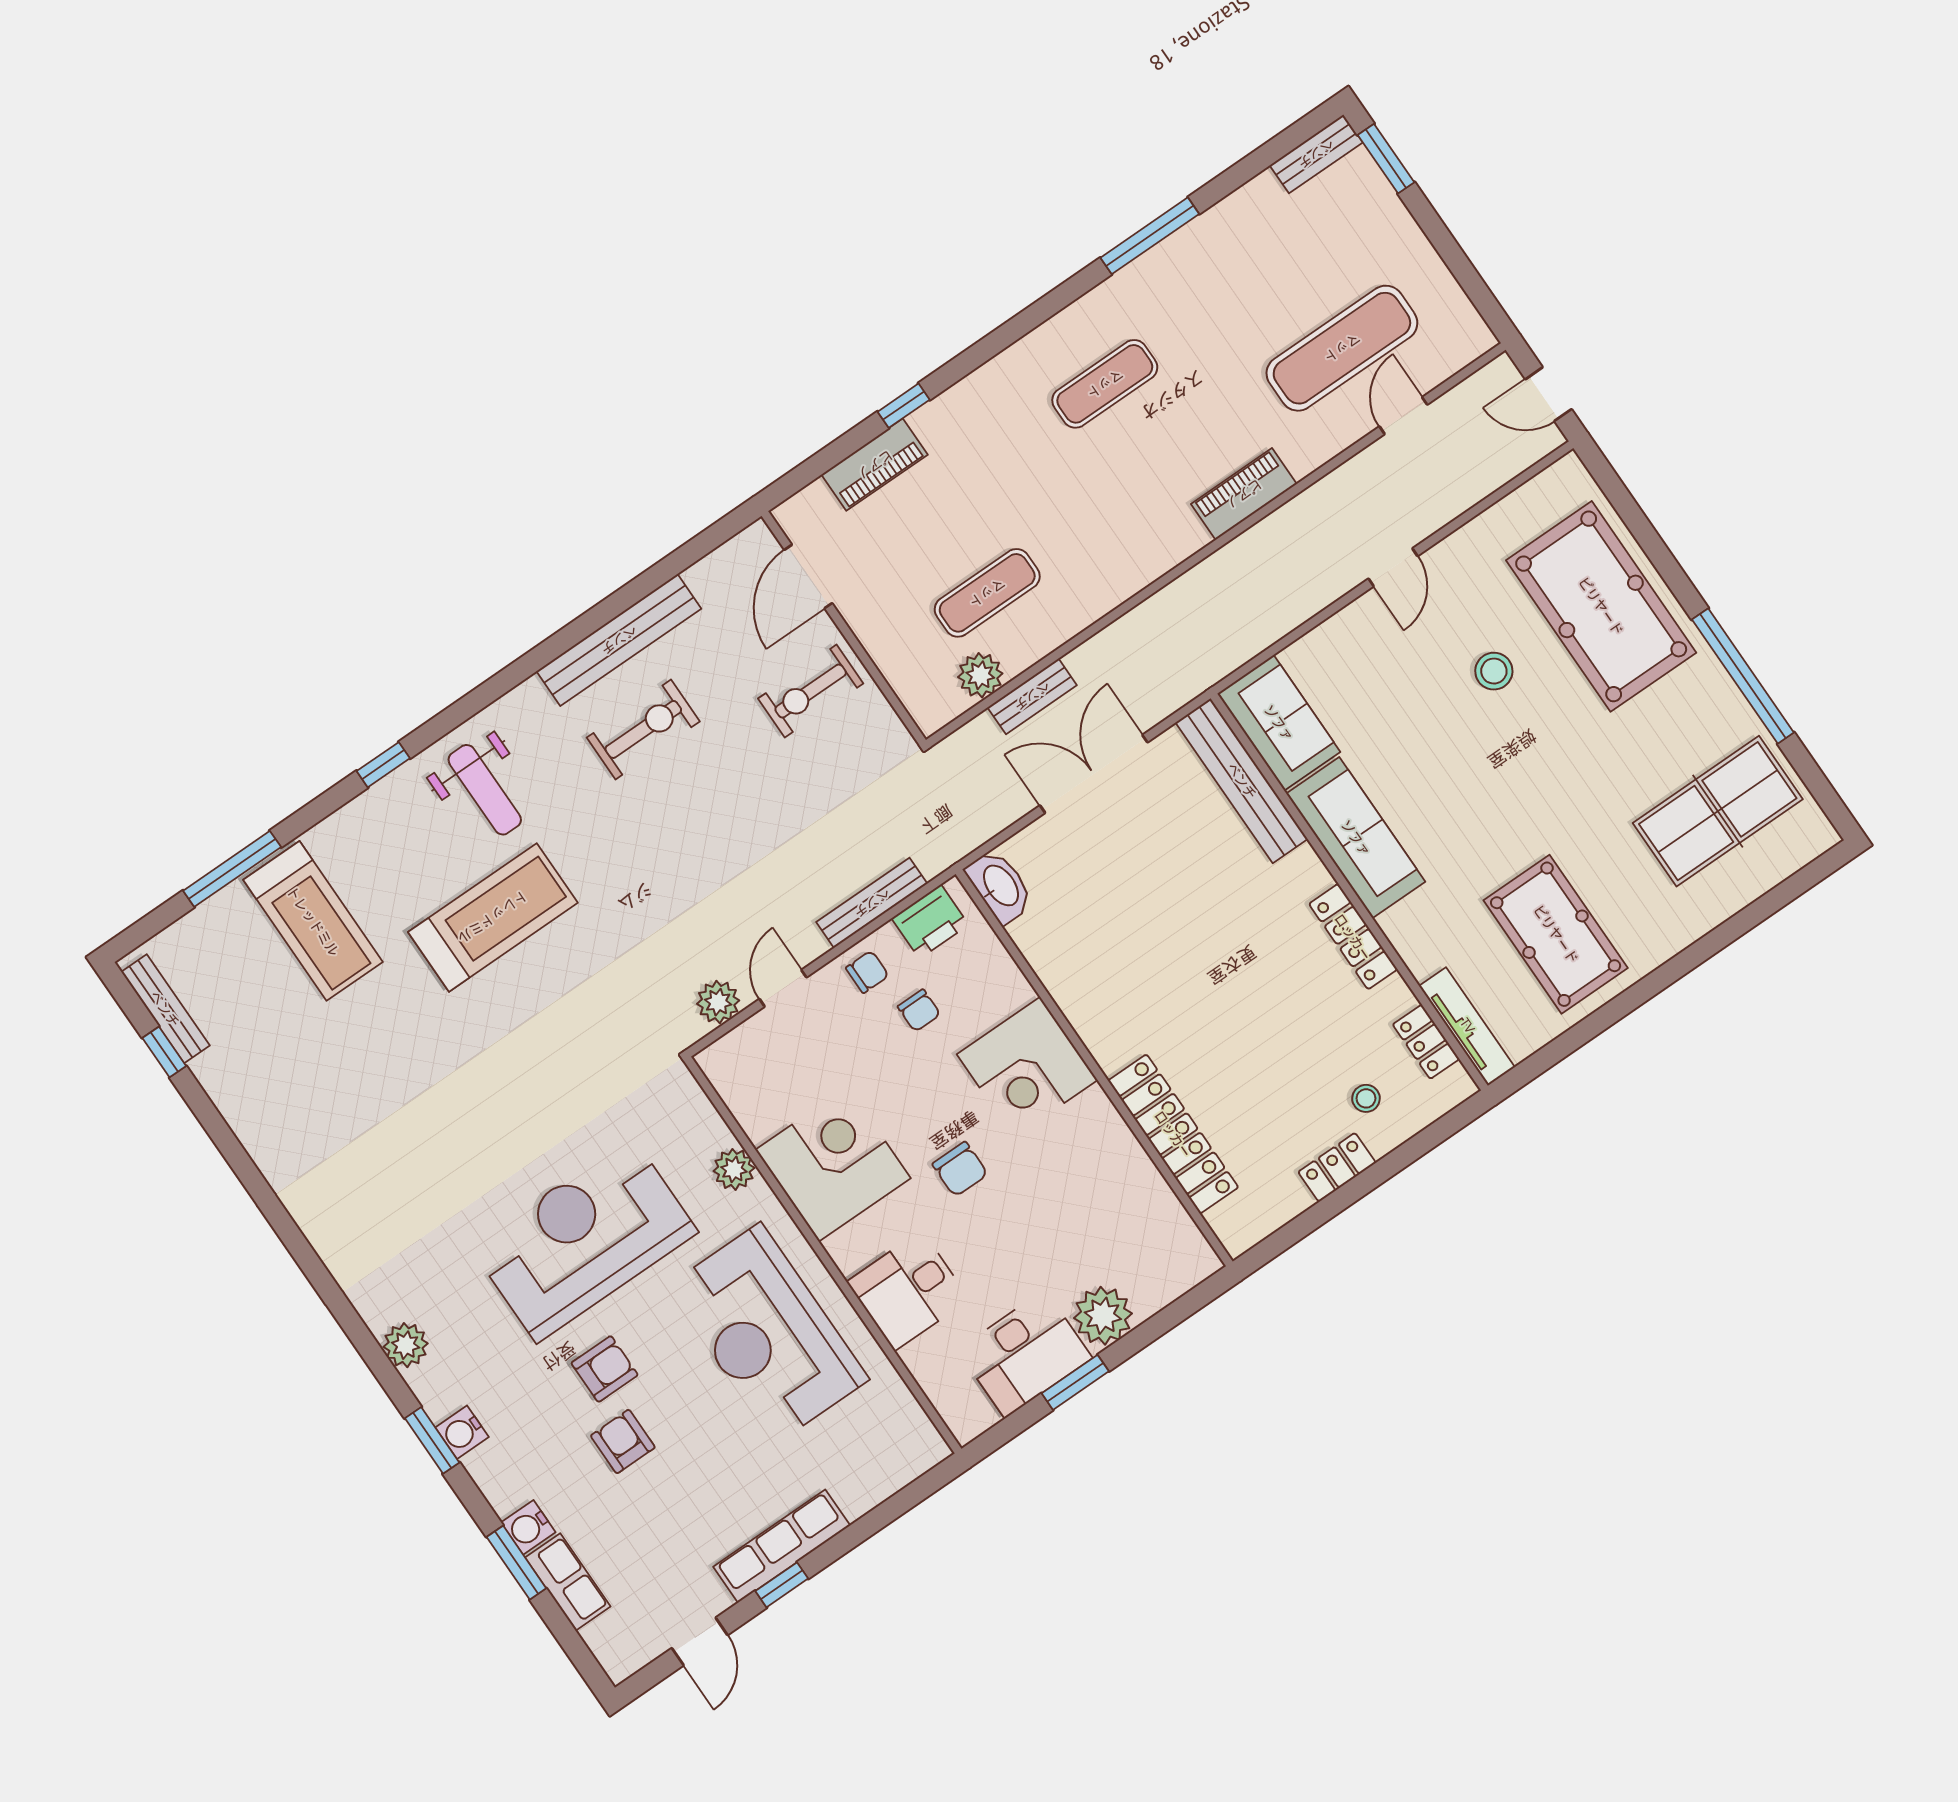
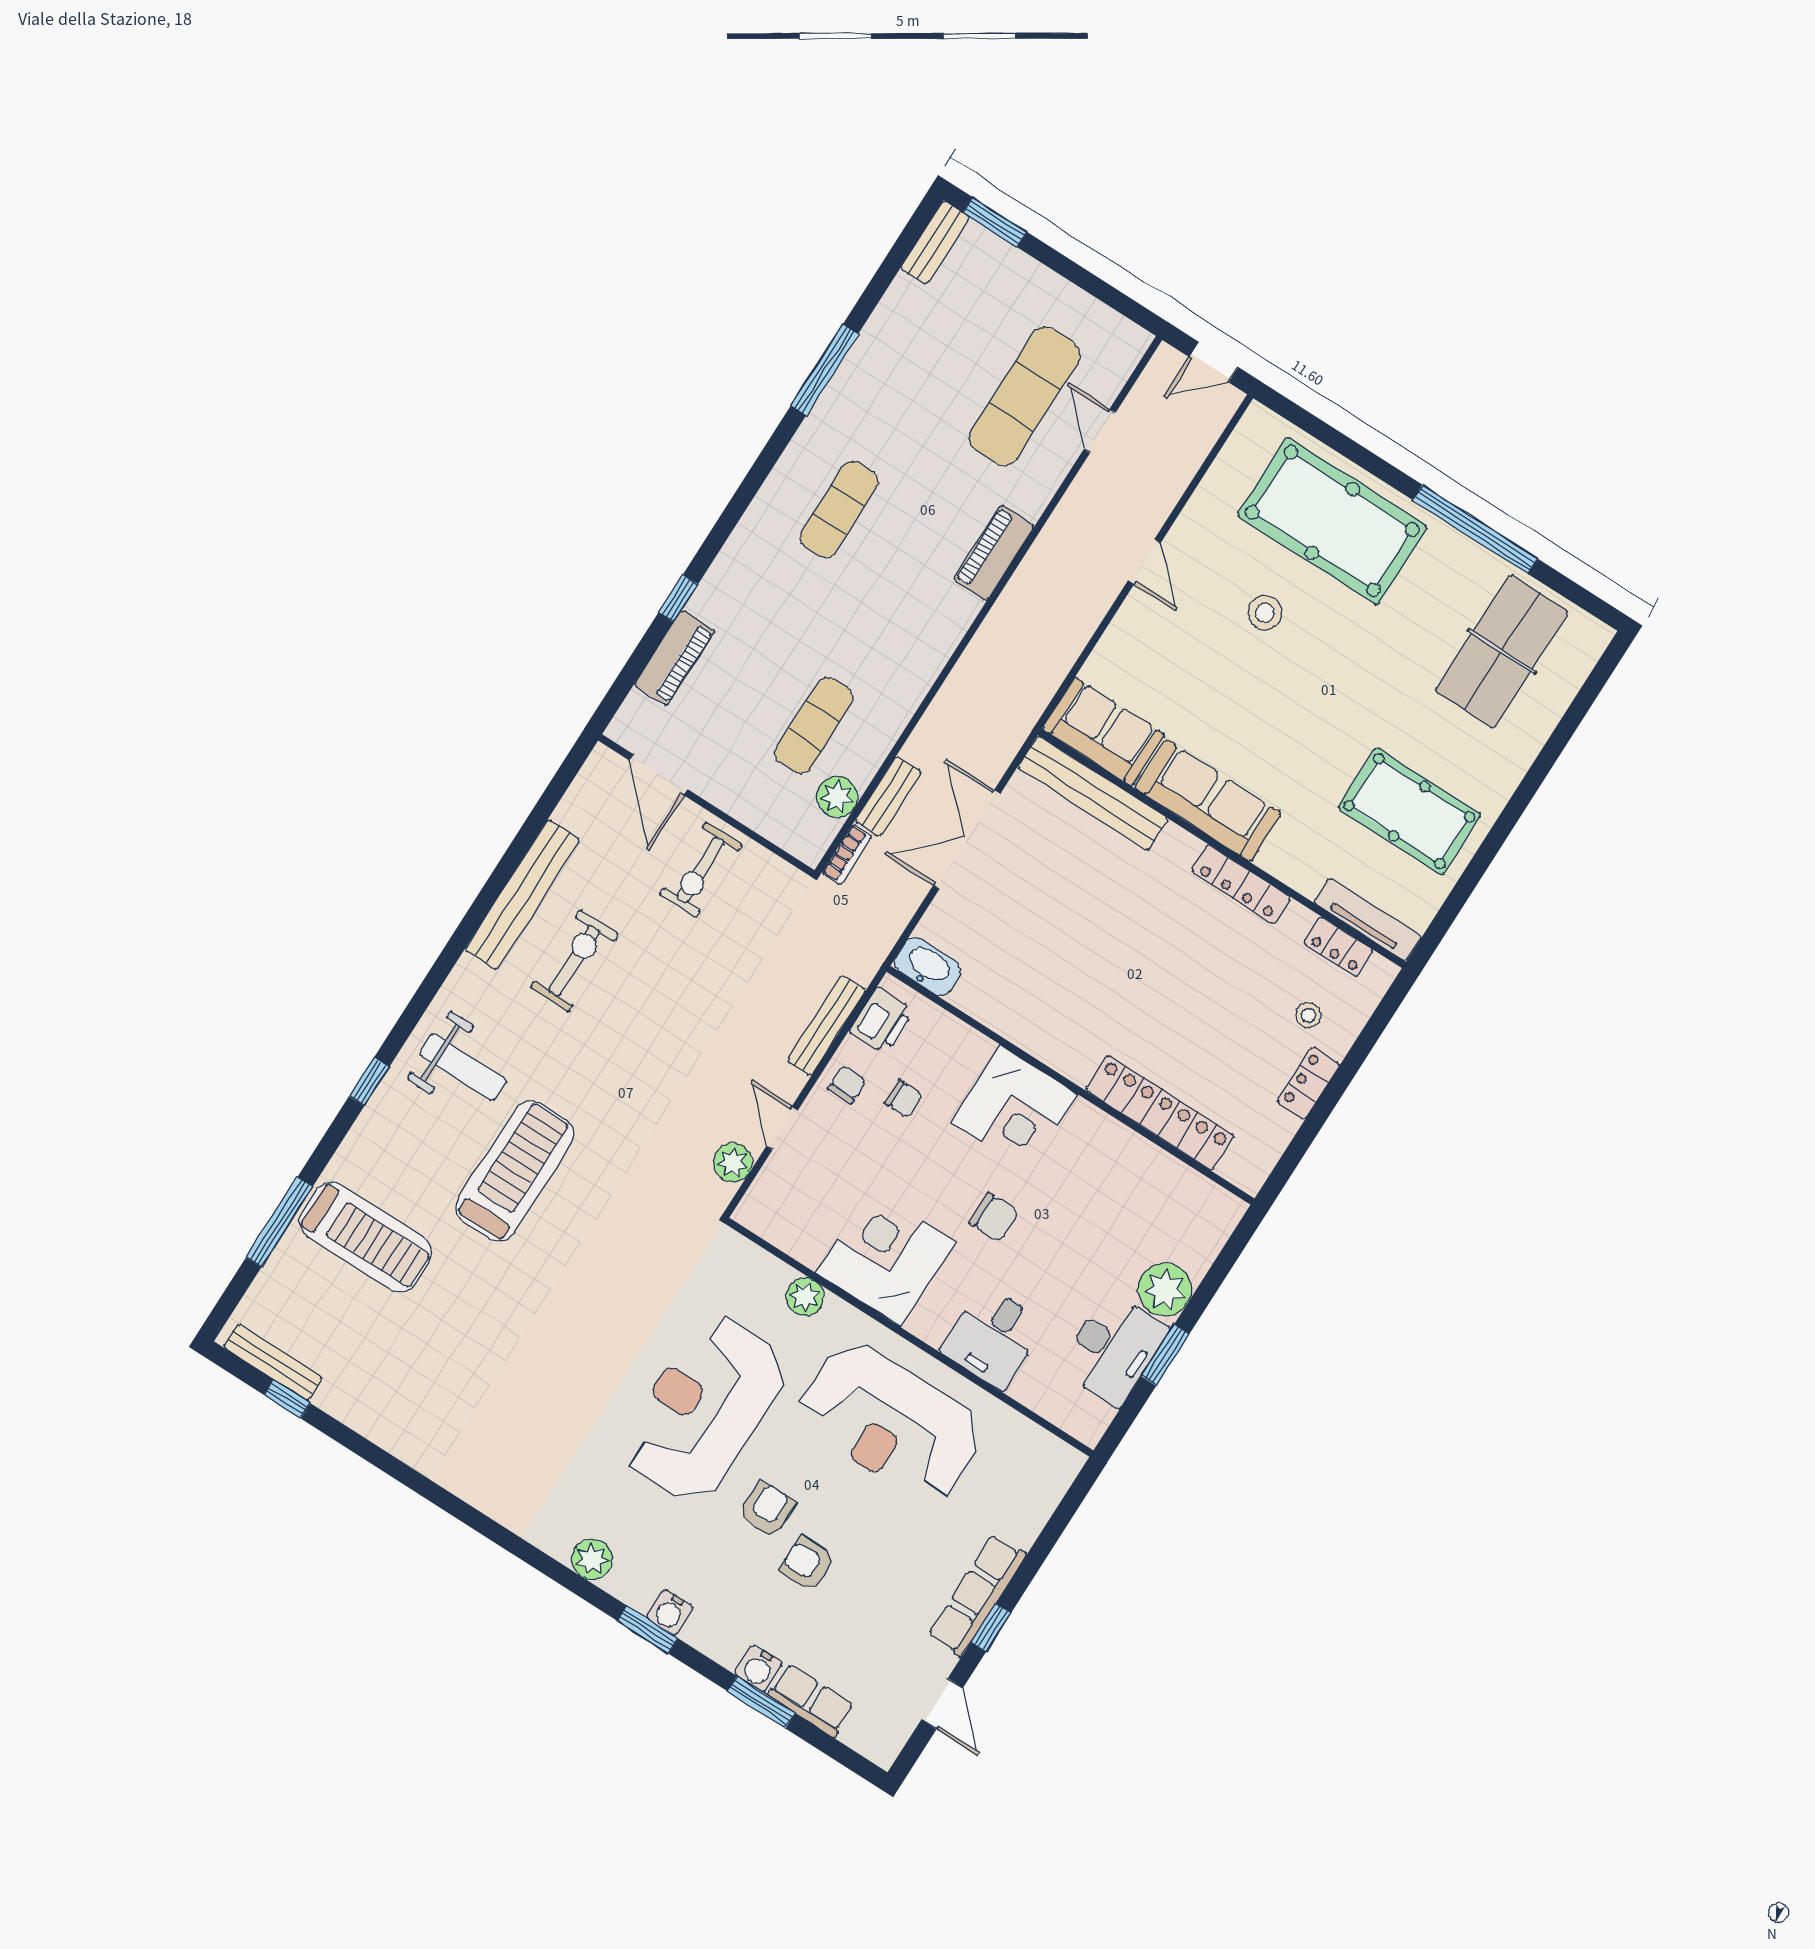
bookcase: (966, 738) -> (847, 855), added

